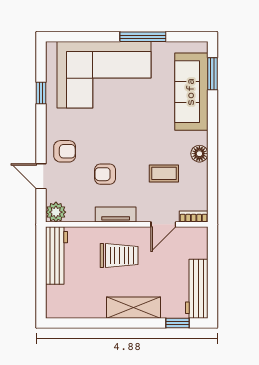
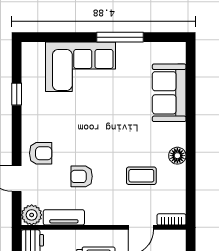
window: (212, 74) -> (191, 75), removed
corner sofa: (104, 75) -> (80, 67), width x0.73, depth x0.74
sofa: (191, 92) -> (169, 93), width x0.73
tv unit: (116, 214) -> (64, 217), moved

